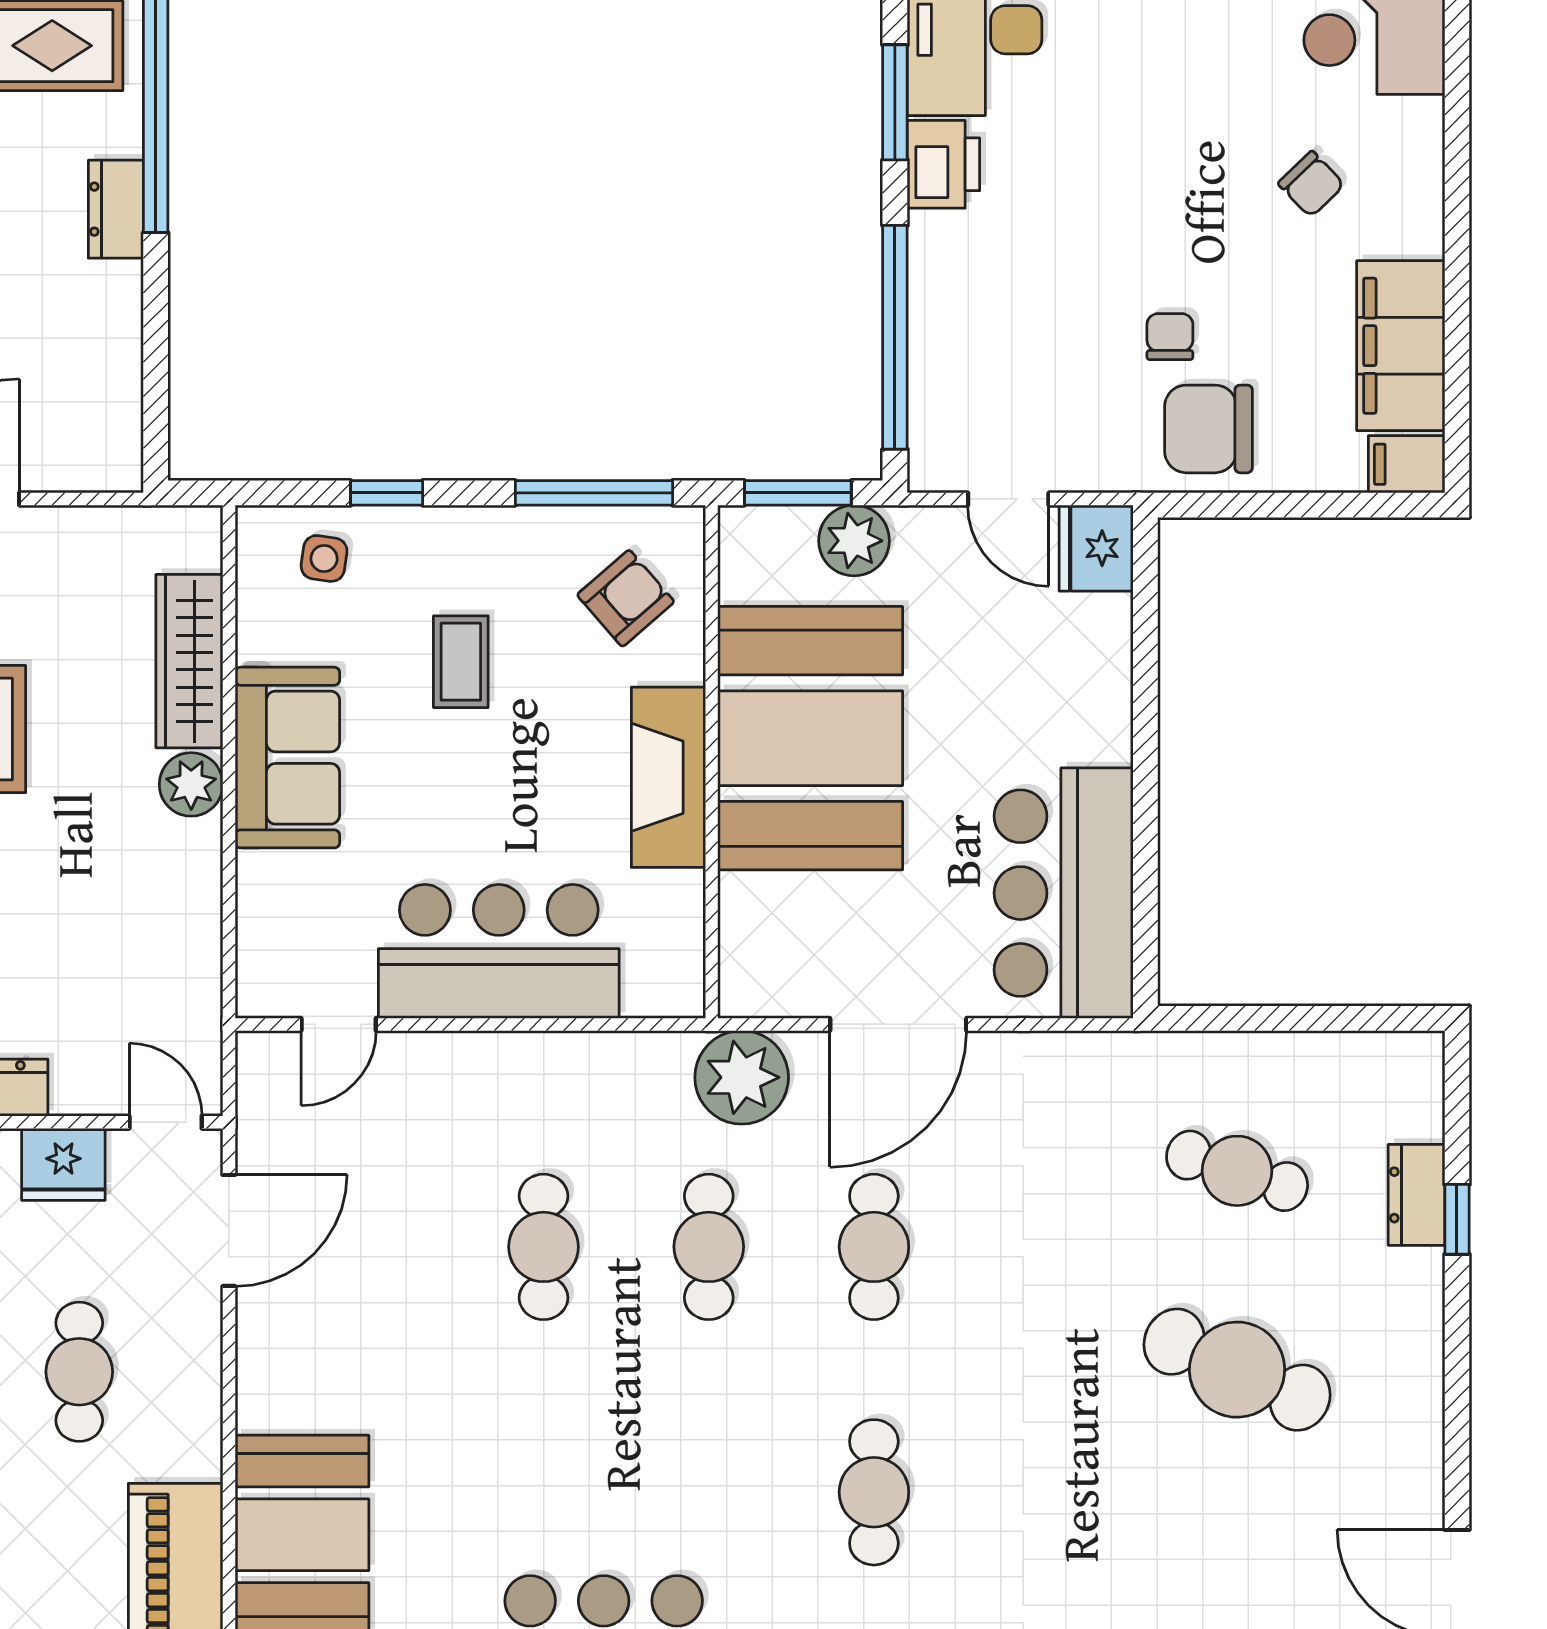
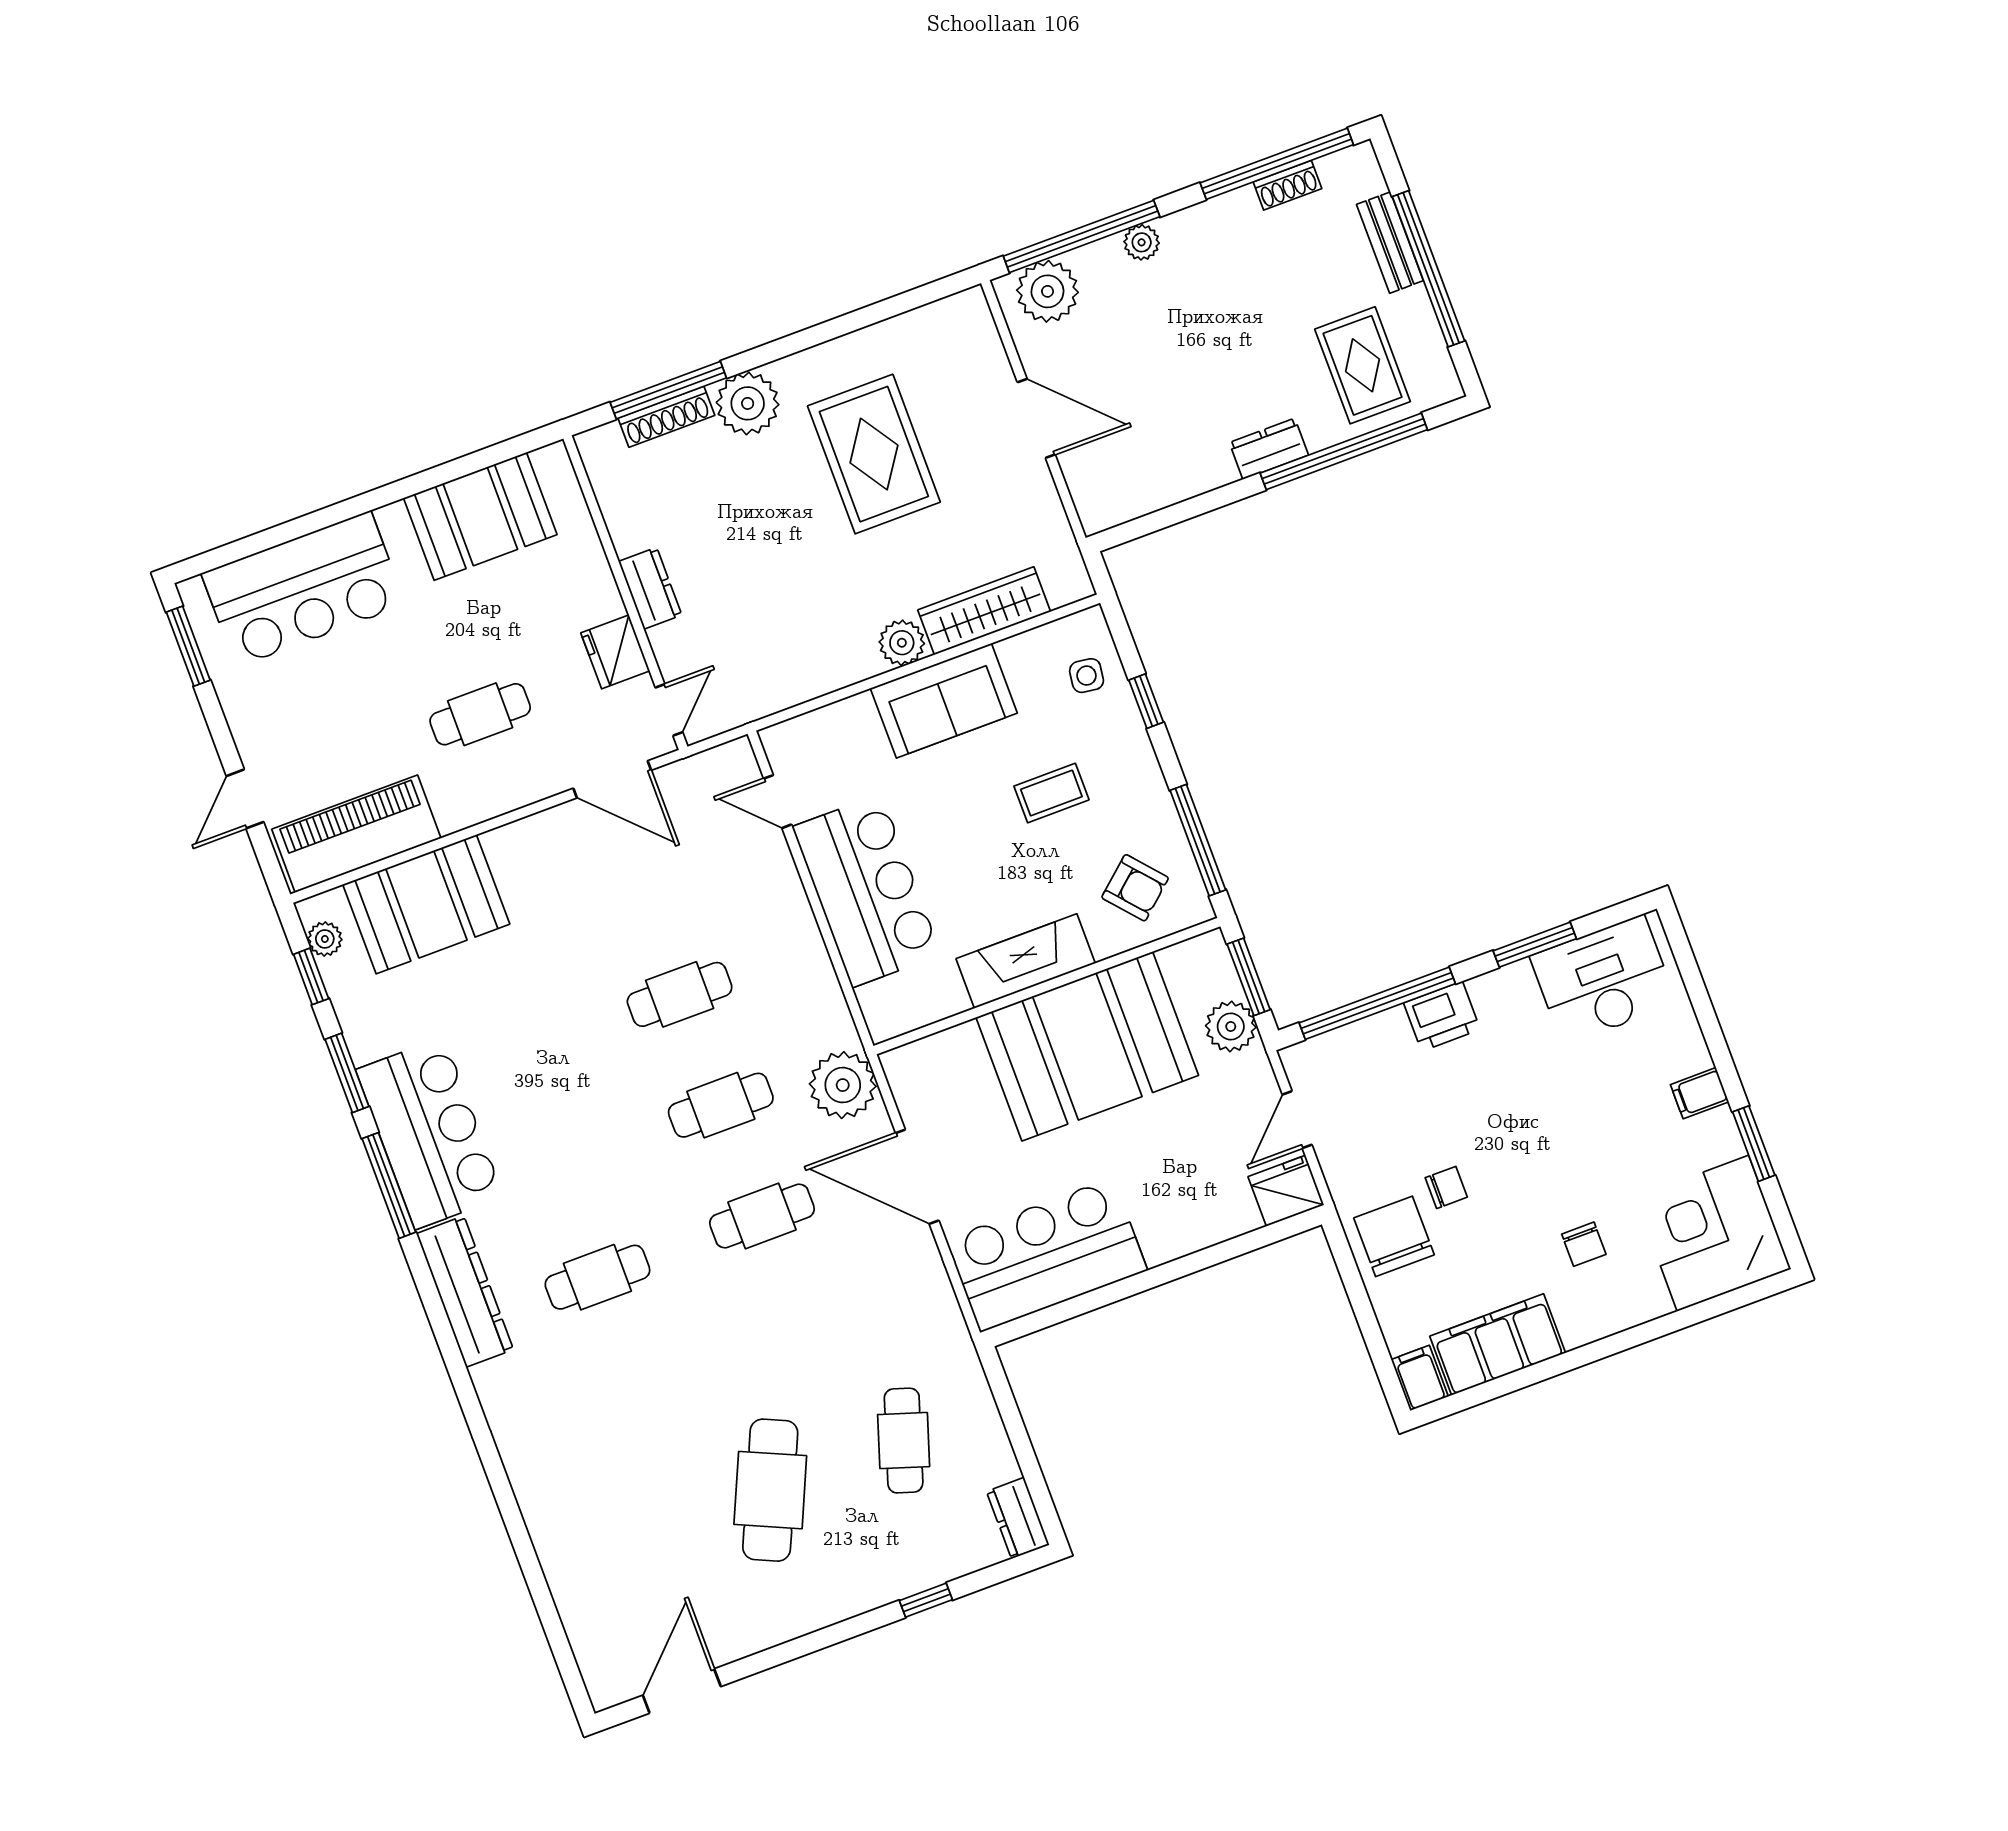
printer: (943, 164) -> (1442, 1016), moved
chair: (1311, 184) -> (1584, 1244), turned -46
dresser: (1416, 1195) -> (1018, 1518), moved, turned -90

